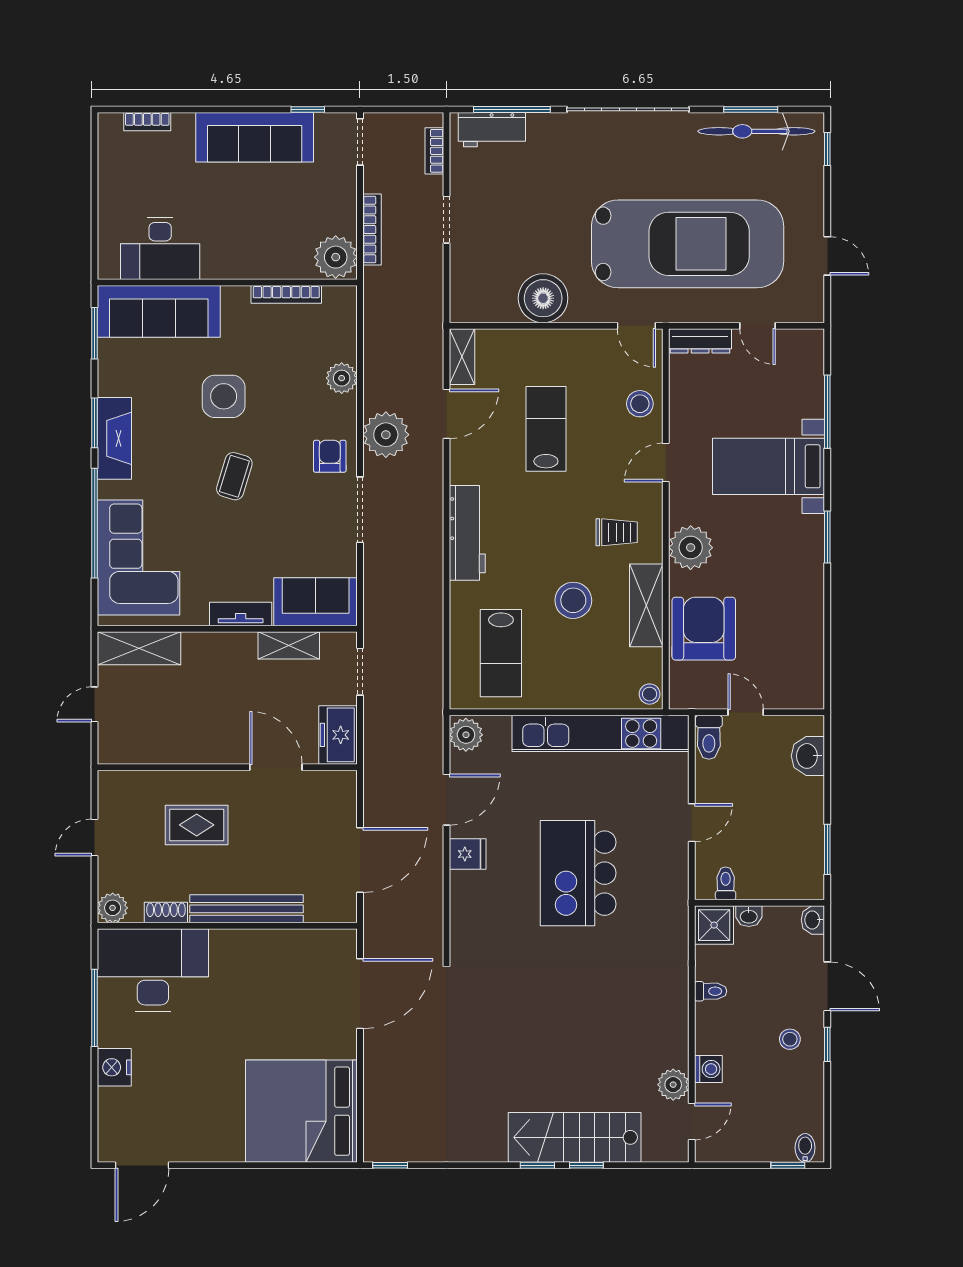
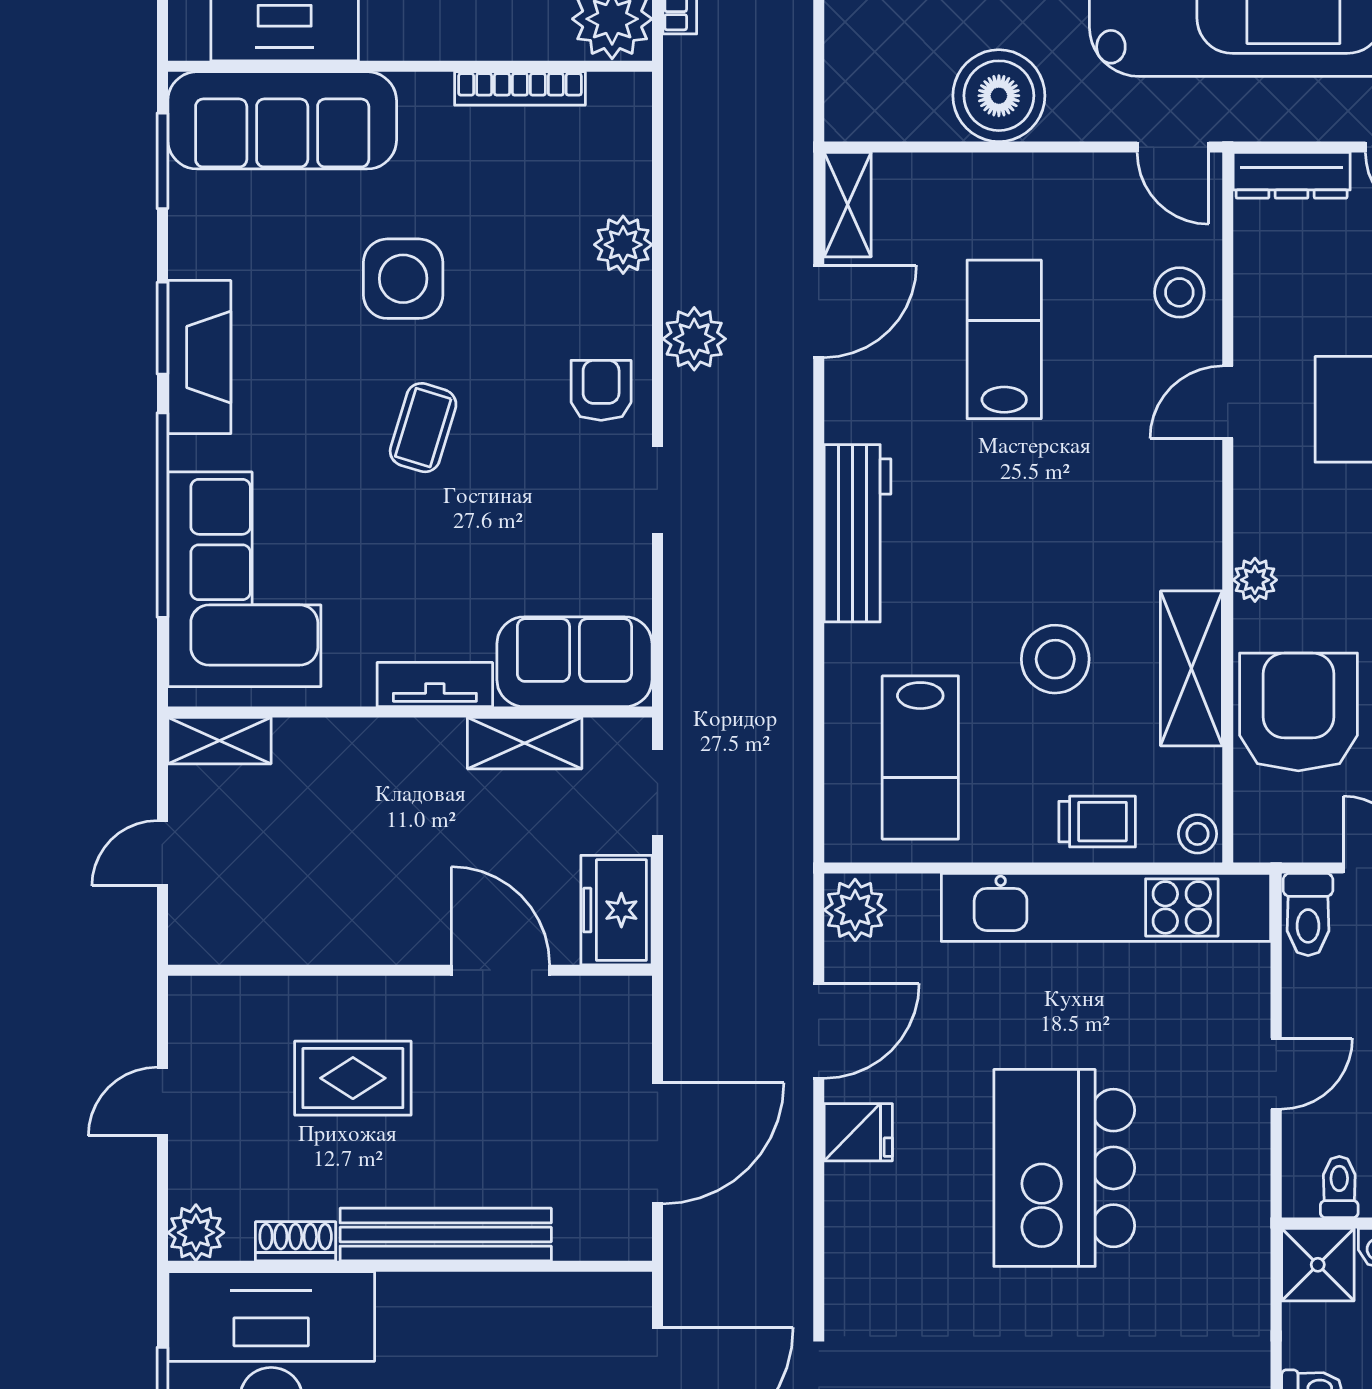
plant: (386, 435) -> (694, 339), width x0.73, depth x0.73
doorway: (360, 510) -> (657, 490), width x0.73
trolley: (617, 532) -> (1097, 822), moved
plant: (691, 548) -> (1255, 580), width x0.53, depth x0.53
shelving: (139, 648) -> (219, 741), width x0.67, depth x0.75

